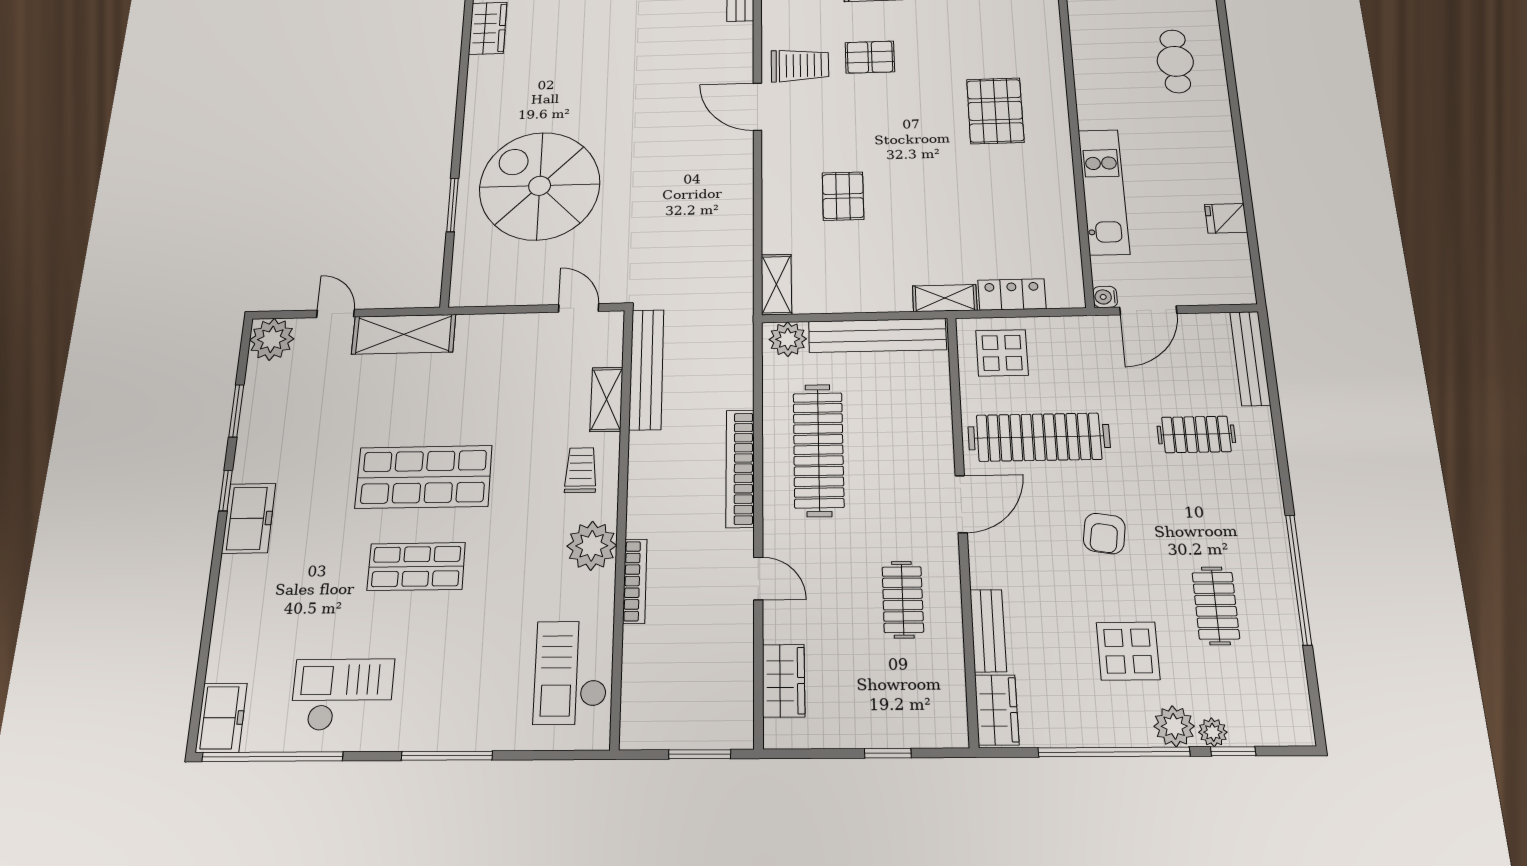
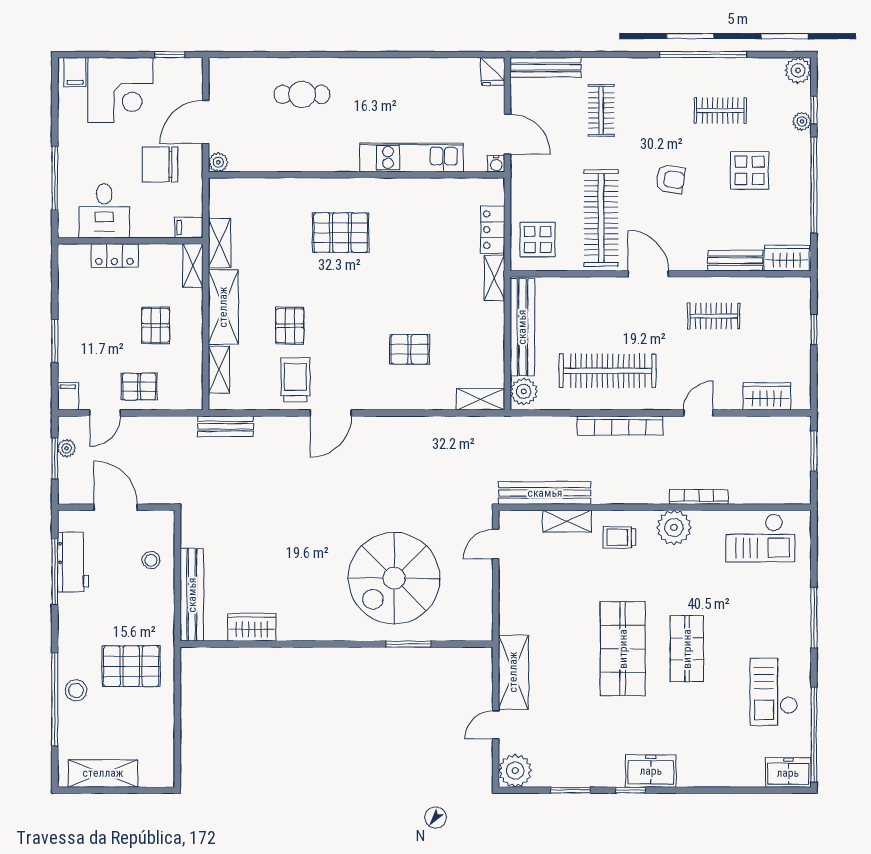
fridge: (1226, 218) -> (493, 72), moved
plant: (1174, 726) -> (798, 70), moved

